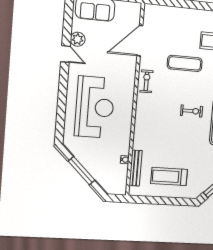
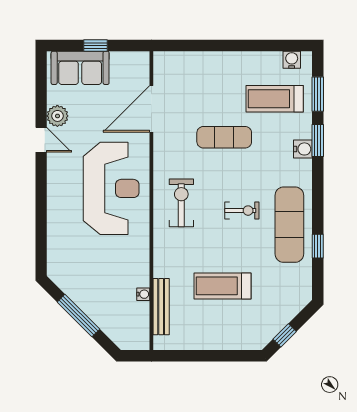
exercise bike: (146, 81) -> (181, 203), moved, width x1.38, depth x1.39
reception desk: (95, 107) -> (111, 188), moved
treadmill: (169, 176) -> (222, 286), moved

